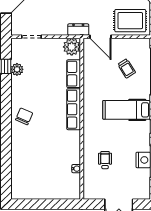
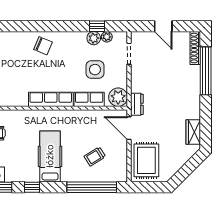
door: (100, 37) -> (129, 128), hinge flipped
plant: (16, 57) -> (107, 37), added
side table: (46, 68) -> (95, 70), added

